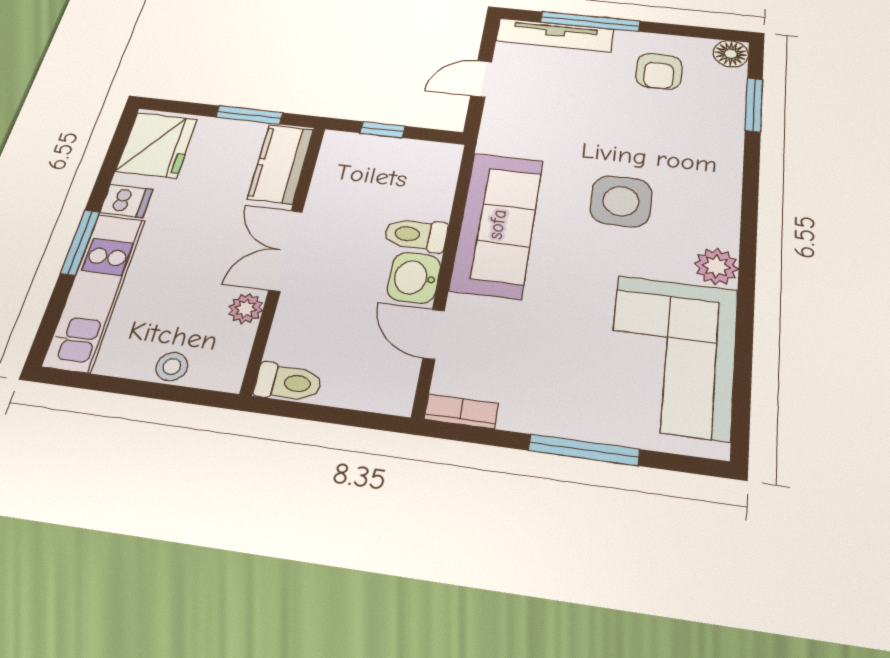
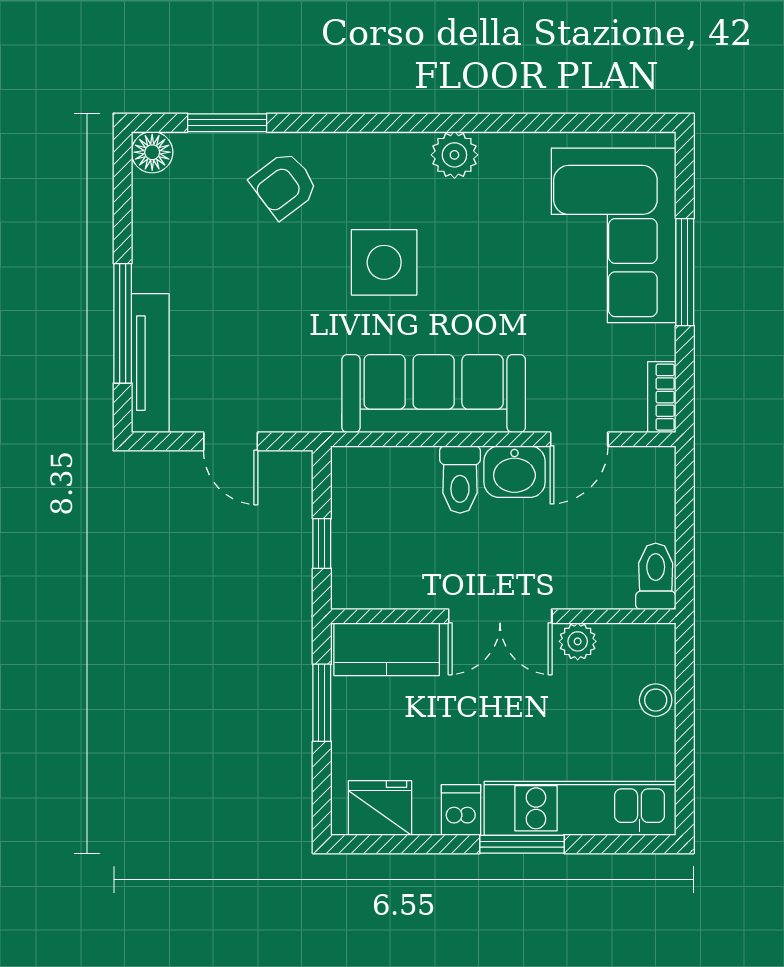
armchair: (659, 71) -> (284, 185), moved, turned 143
fridge: (157, 145) -> (380, 808), width x0.73, depth x0.75
corner sofa: (672, 356) -> (614, 235), moved, turned 90

